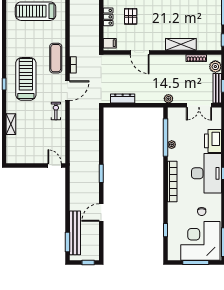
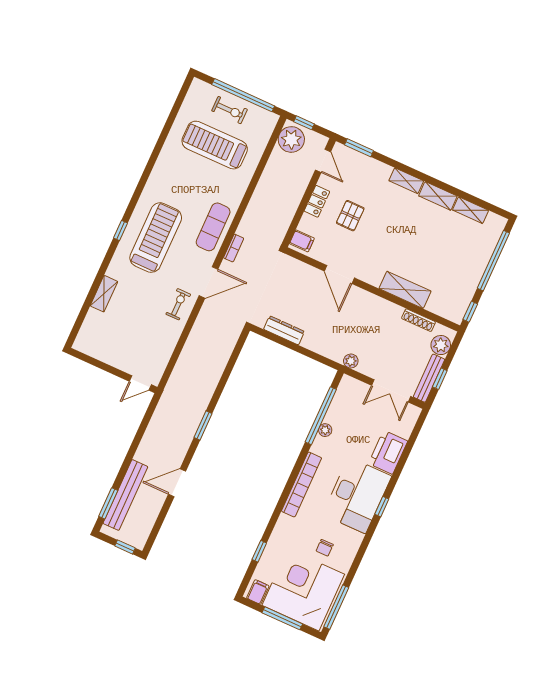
door: (55, 165) -> (140, 383), swing flipped
filing cabinet: (175, 254) -> (258, 592), added

